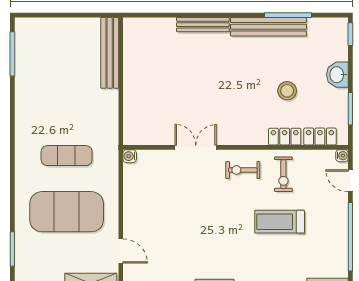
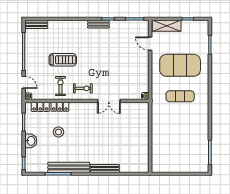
bench: (110, 53) -> (156, 153), removed

